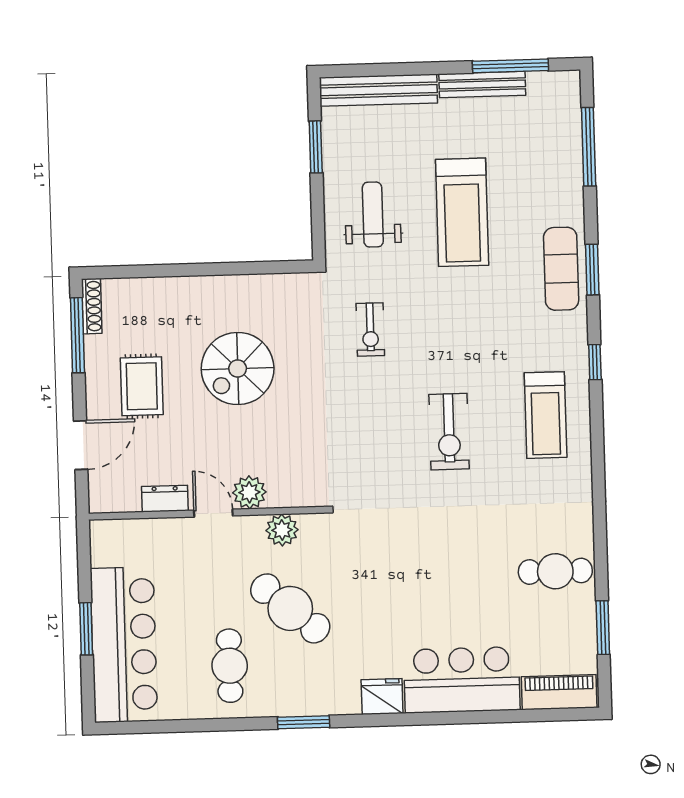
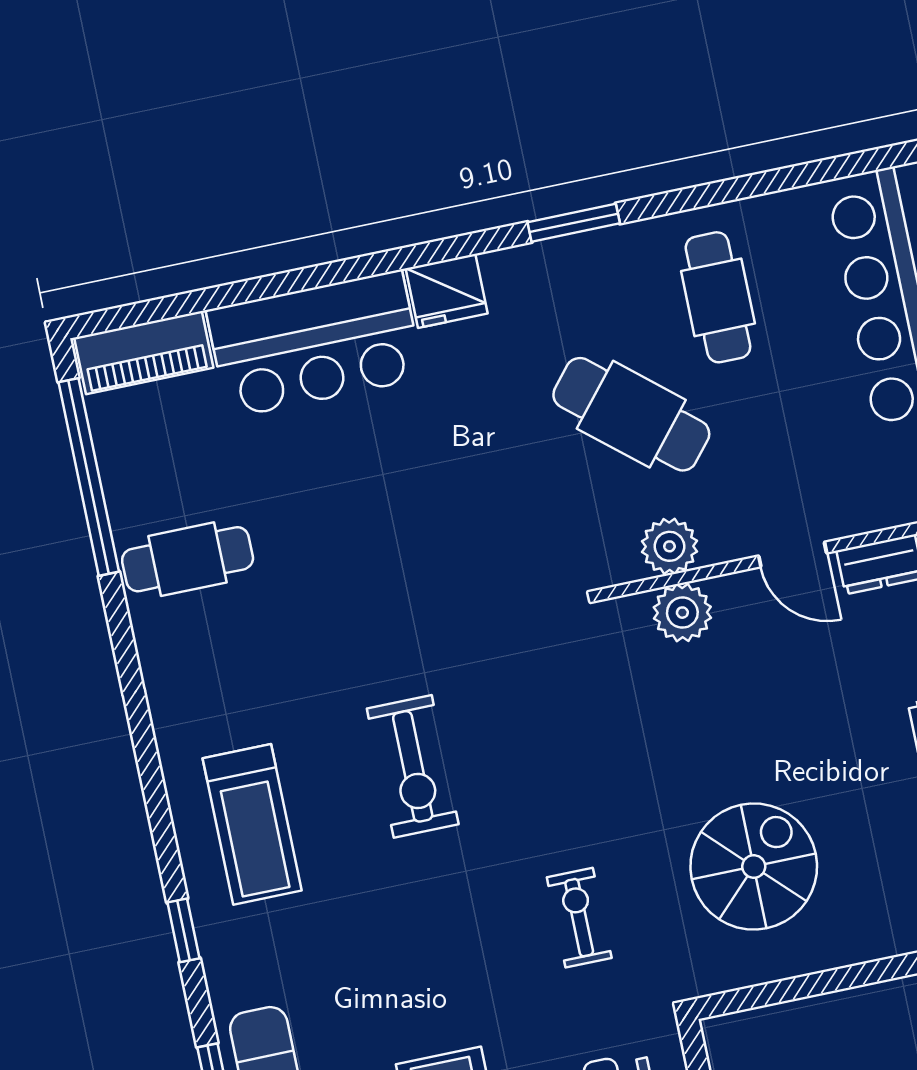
spiral stairs: (238, 369) -> (754, 867), moved
treadmill: (546, 415) -> (252, 824), turned 180
exercise bike: (449, 432) -> (413, 766), turned 180
plant: (249, 492) -> (682, 613), moved
window: (603, 628) -> (89, 477), width x2.11

